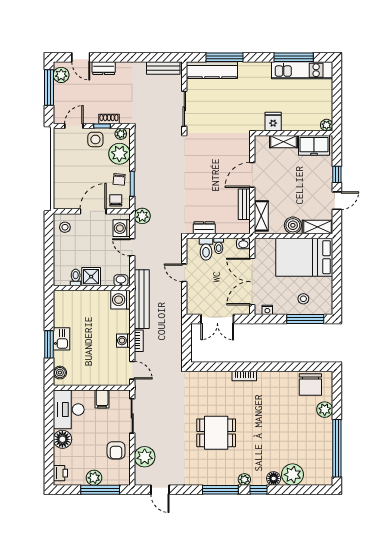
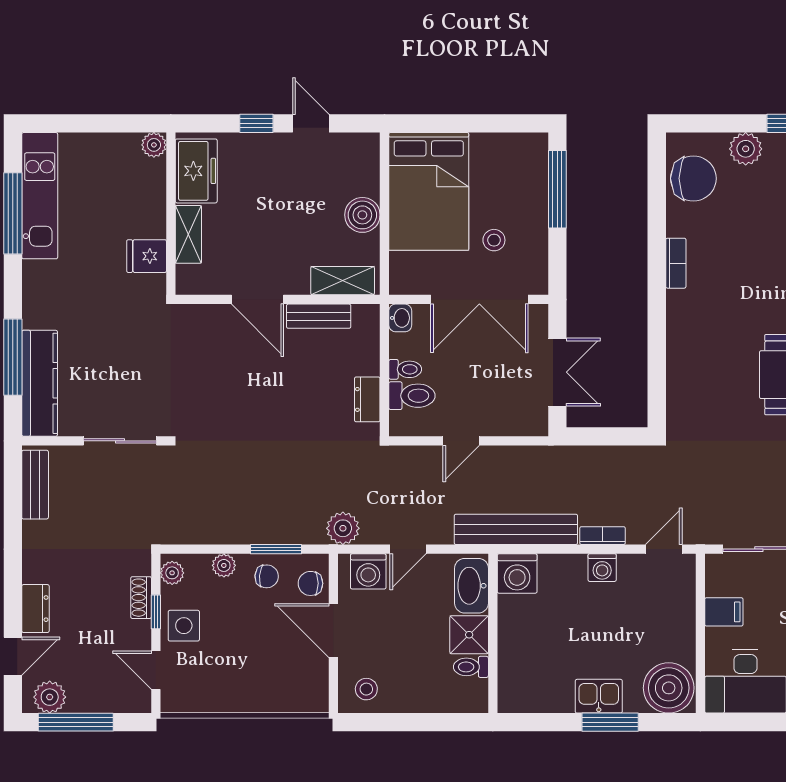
plant: (119, 154) -> (224, 565), width x0.53, depth x0.53
shelving: (317, 227) -> (366, 164), removed
washbasin: (121, 280) -> (471, 586), width x1.91, depth x1.45
stool: (303, 299) -> (494, 240), moved
nightstand: (267, 310) -> (538, 268), removed
boiler: (60, 373) -> (669, 688), width x1.86, depth x1.86
bookcase: (244, 376) -> (676, 263), moved

